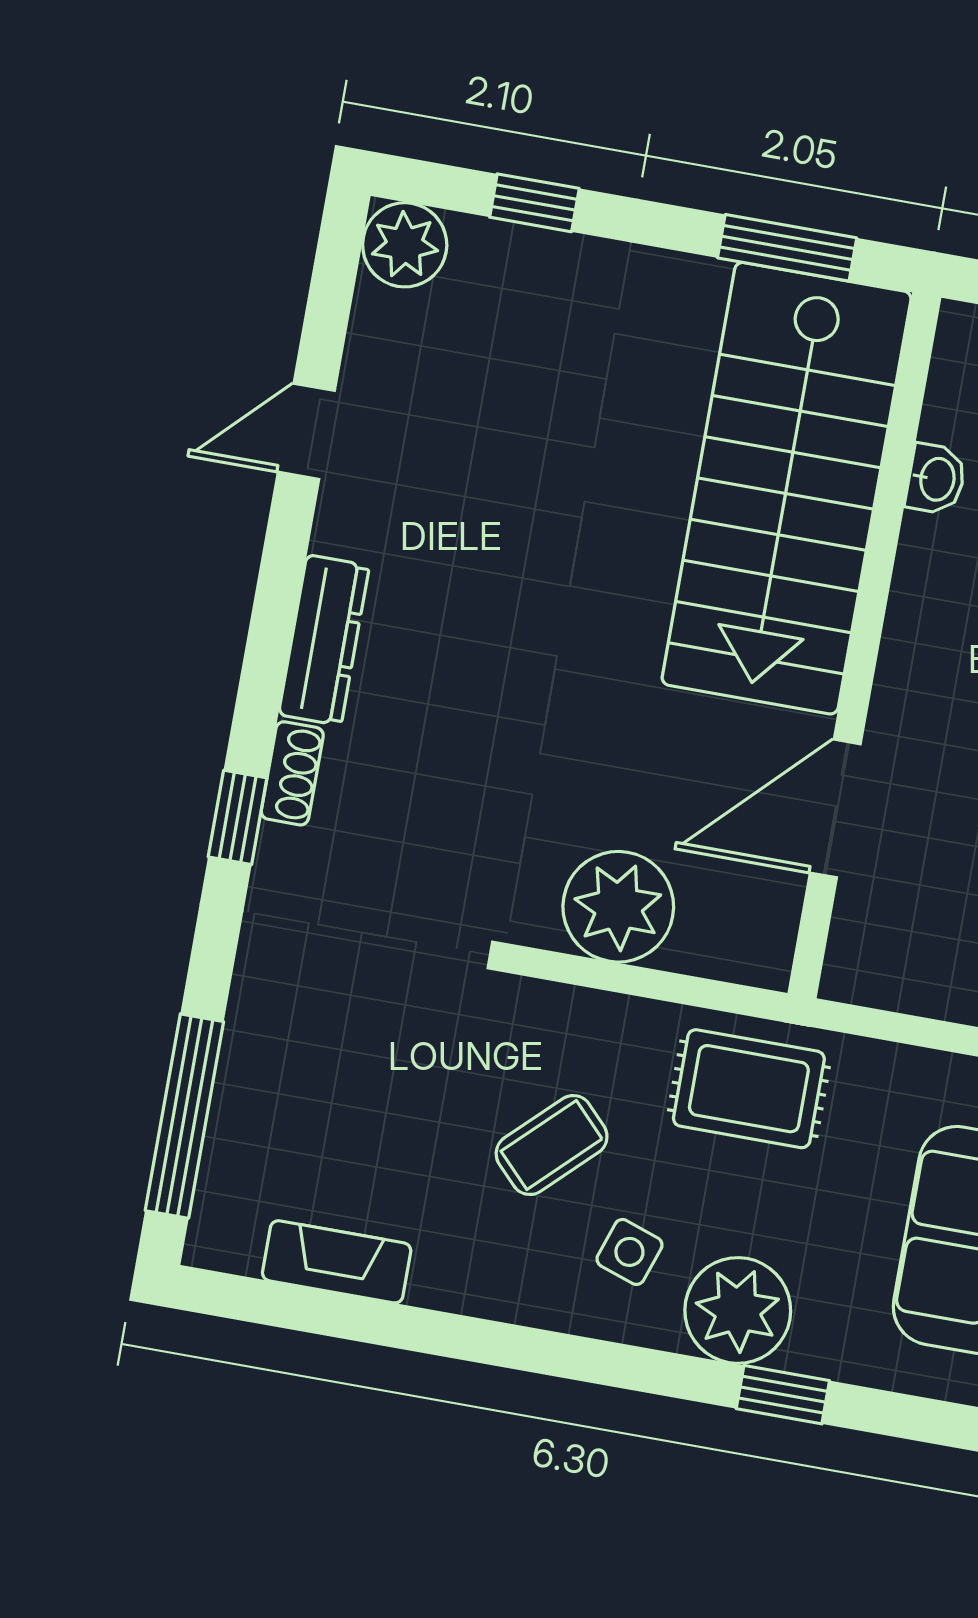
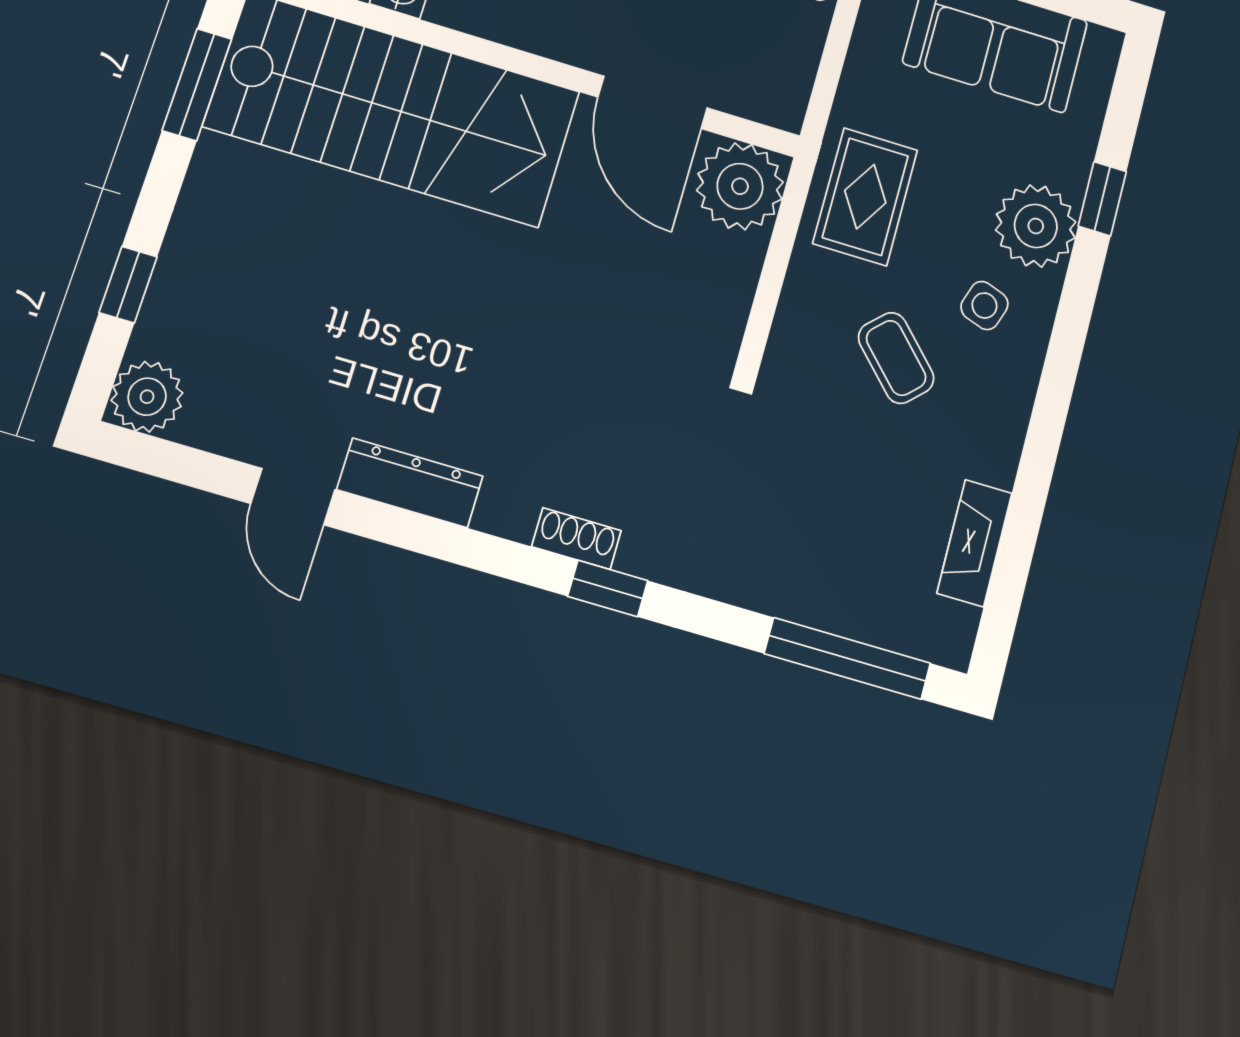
dresser: (324, 640) -> (410, 483), moved
plant: (618, 907) -> (740, 186), moved

